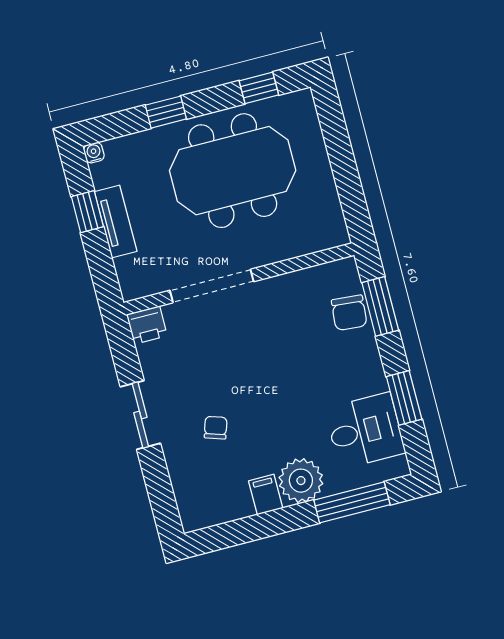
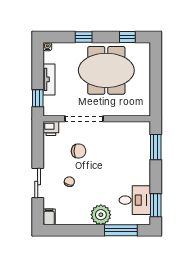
window: (87, 212) -> (38, 98), moved
chair: (349, 313) -> (79, 151), moved, turned -95
window: (404, 398) -> (156, 205), moved
sliding door: (140, 415) -> (38, 183), moved
filing cabinet: (266, 495) -> (49, 217), moved

